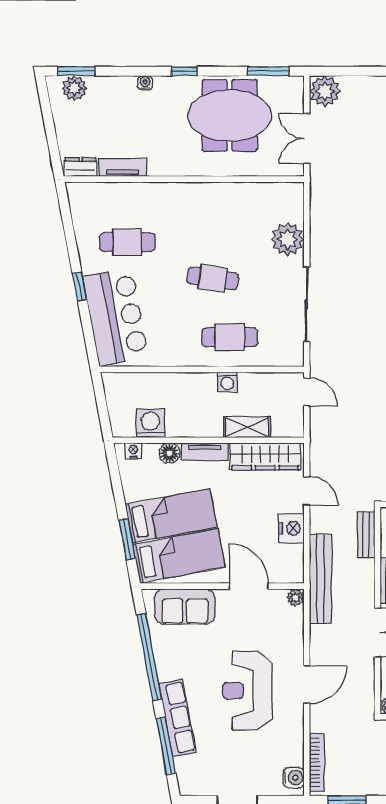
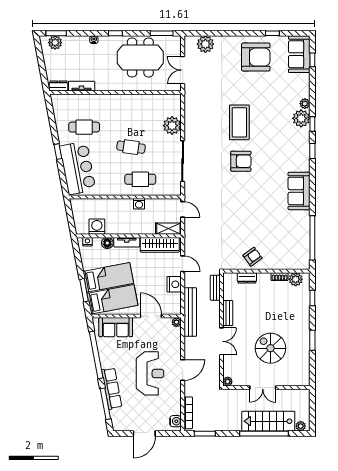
plant: (325, 91) -> (205, 44), moved
shelving: (247, 427) -> (168, 229), moved
reception desk: (247, 691) -> (150, 373), turned 180

